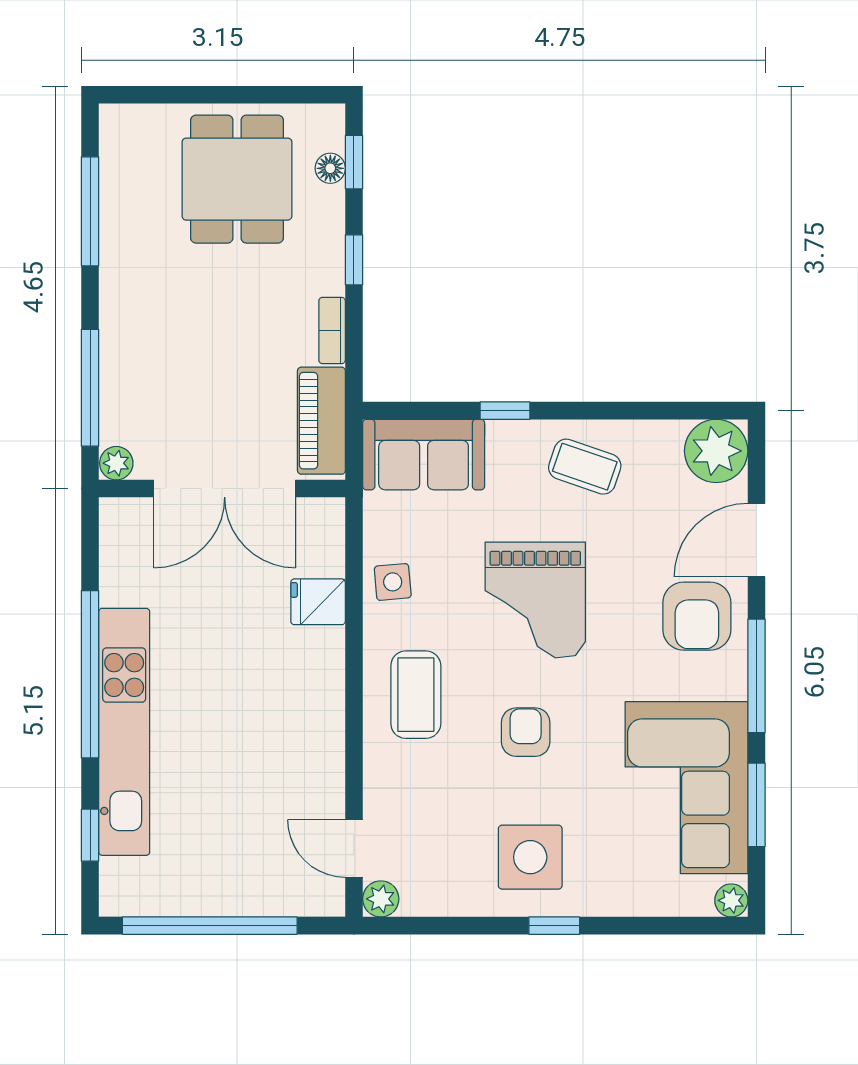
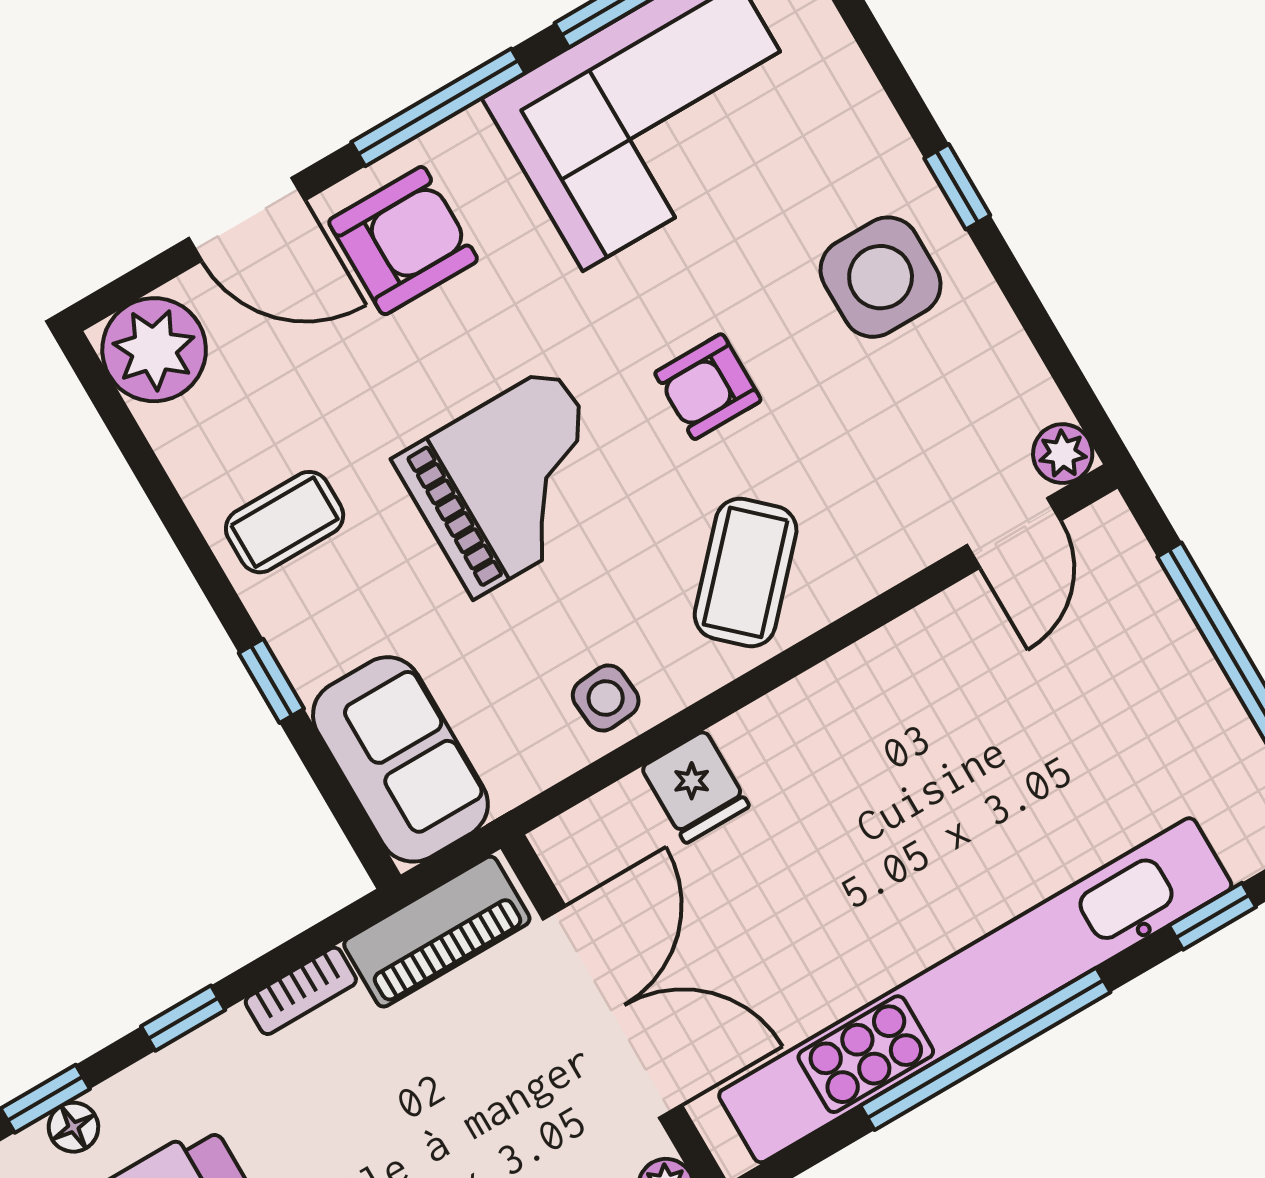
coffee table: (585, 467) -> (285, 522), turned 71
coffee table: (416, 695) -> (746, 572), turned -47
kitchen unit: (124, 732) -> (975, 990), width x1.36

